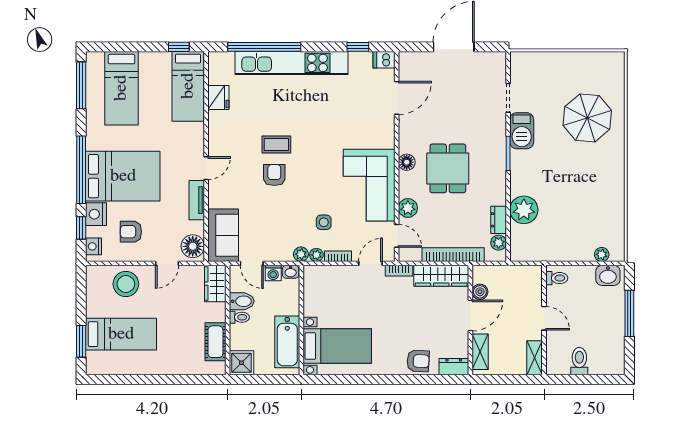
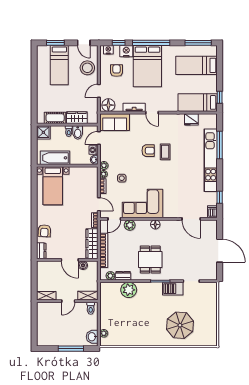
window: (264, 47) -> (220, 145), width x0.68
dining table: (448, 168) -> (150, 260), moved, turned 90
door: (167, 263) -> (99, 91), hinge flipped
wardrobe: (215, 284) -> (77, 118), moved
door: (81, 290) -> (84, 43), added
shelving: (480, 352) -> (88, 296), moved
toilet: (579, 361) -> (44, 321), removed

